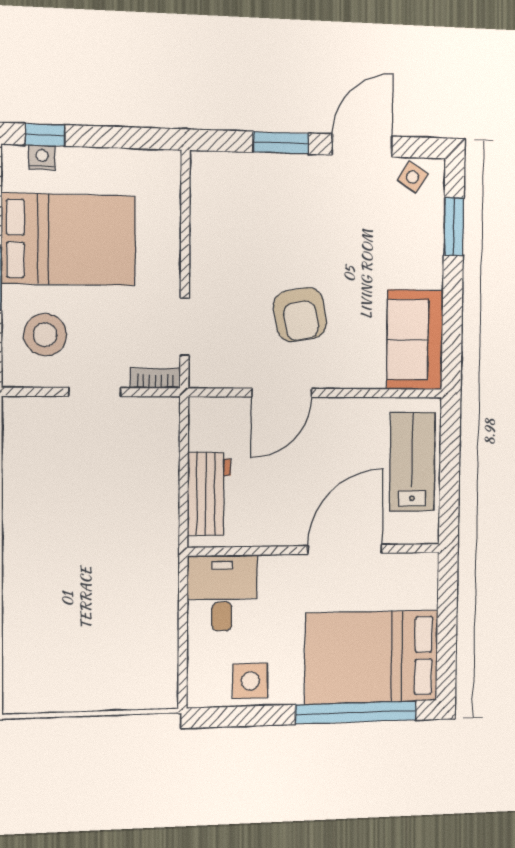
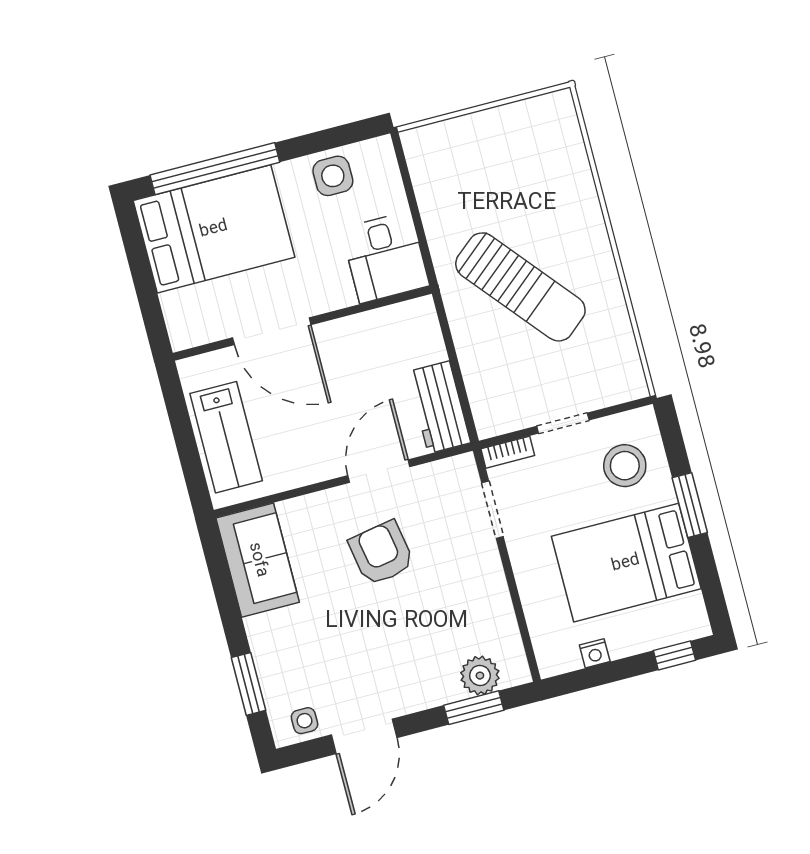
window: (281, 143) -> (474, 708), moved
nightstand: (42, 157) -> (595, 653), moved
plant: (239, 171) -> (480, 676), added
side table: (413, 177) -> (305, 721), turned -32
workbench: (209, 494) -> (439, 407), moved
sun lounger: (101, 534) -> (520, 287), added
door: (345, 550) -> (272, 331), hinge flipped

